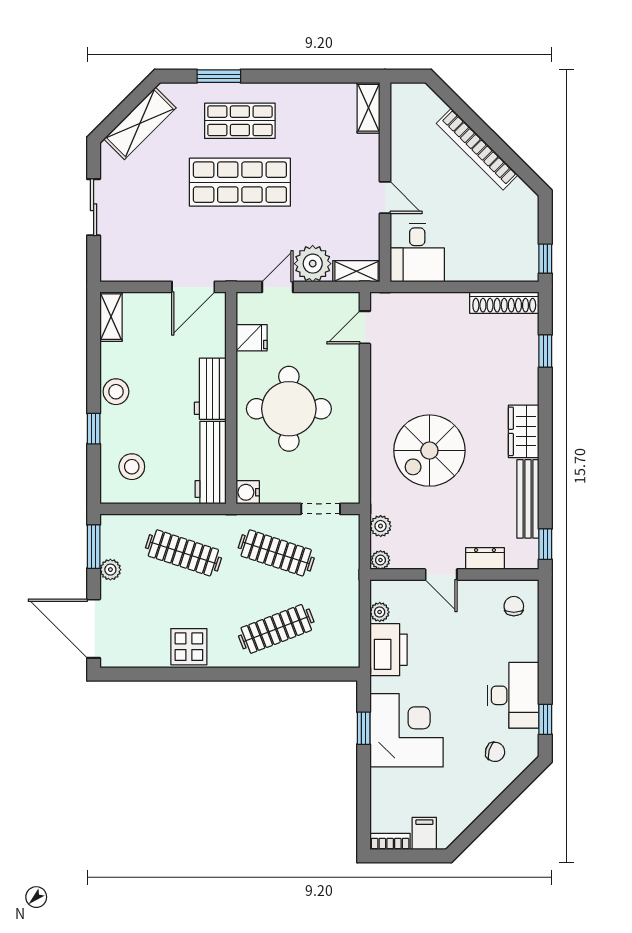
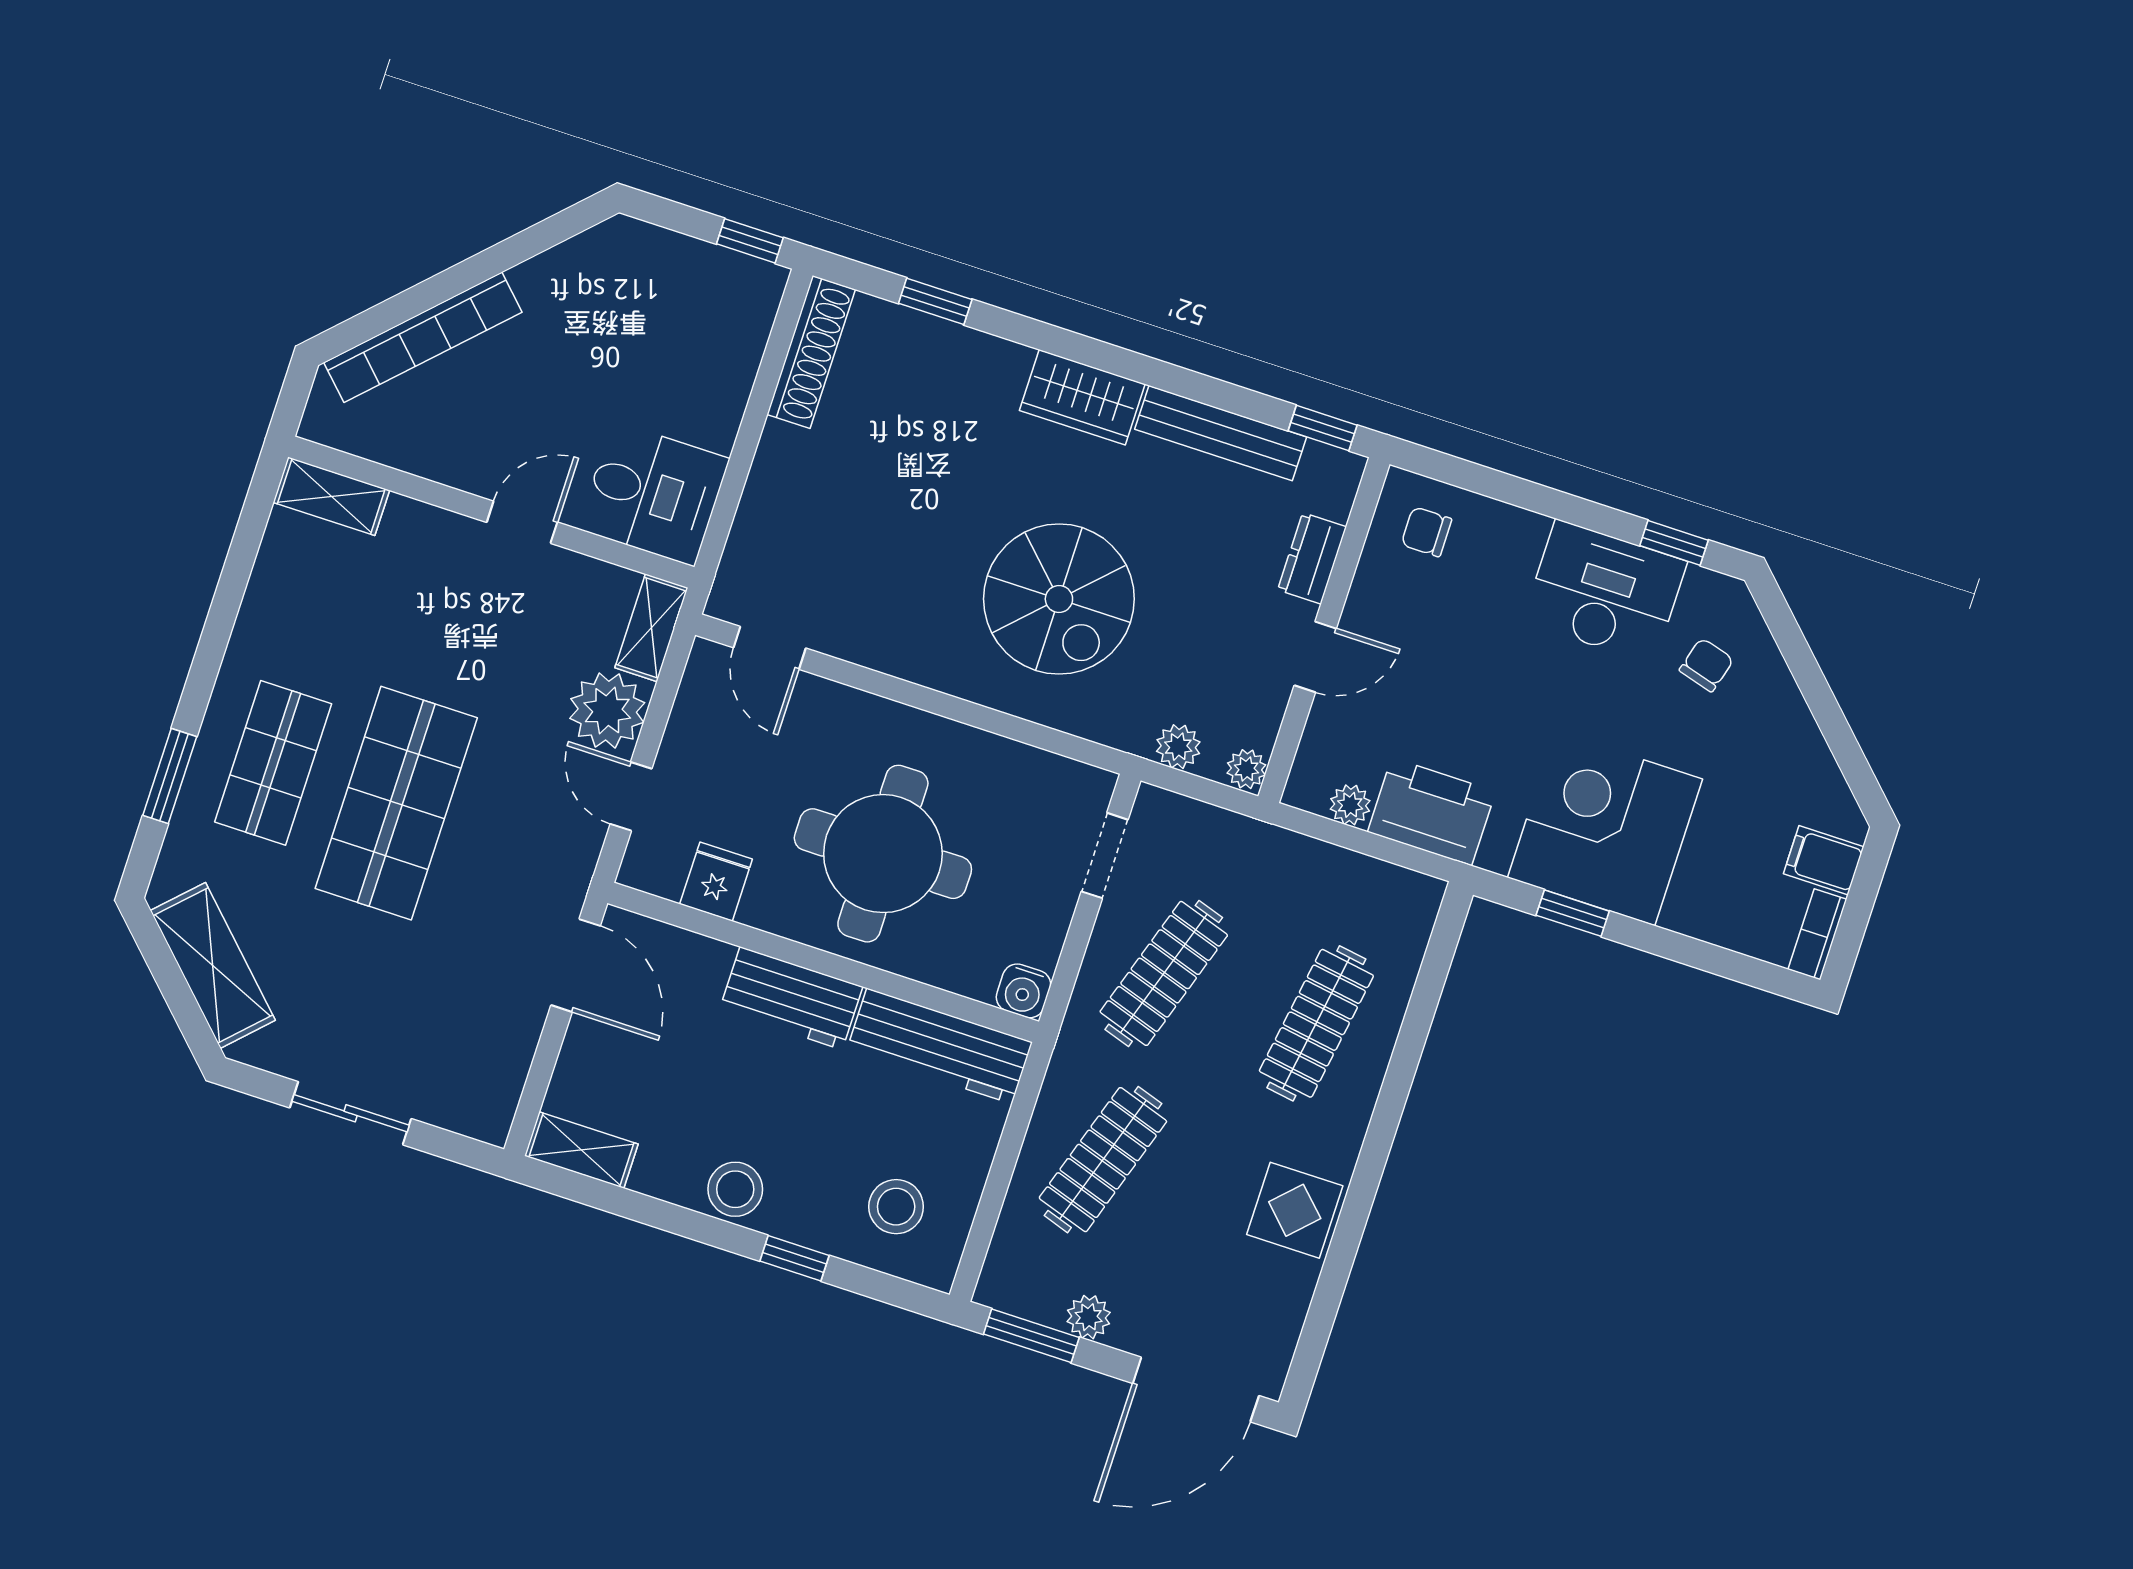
bookcase: (477, 149) -> (423, 337), moved
clothes rail: (276, 629) -> (1316, 1023), turned 30

